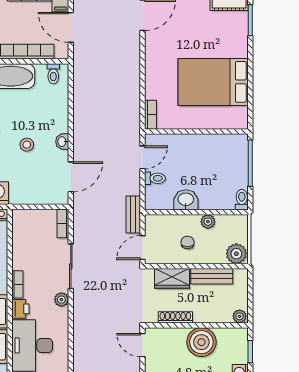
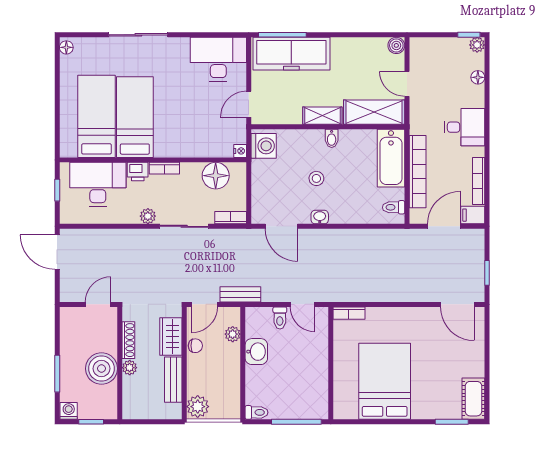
plant: (208, 222) -> (233, 334), moved
floor lamp: (24, 237) -> (216, 176), added
chair: (187, 242) -> (195, 346), moved
door: (143, 248) -> (204, 304), swing flipped
plant: (240, 316) -> (130, 368), moved

